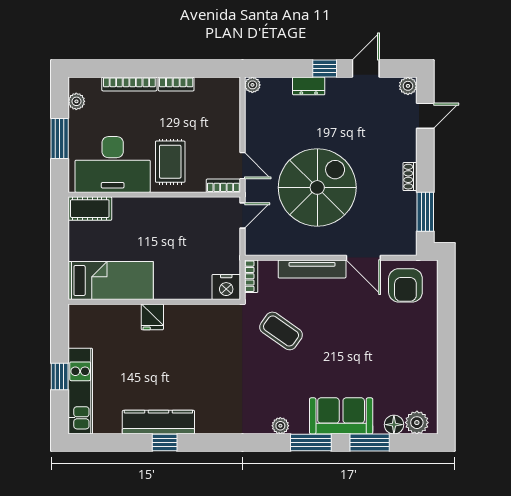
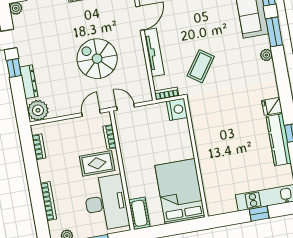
bookcase: (176, 84) -> (39, 147), moved
plant: (252, 85) -> (38, 110), width x1.87, depth x1.87
dresser: (309, 86) -> (29, 82), width x1.44
bookcase: (223, 186) -> (110, 137), moved
spiral stairs: (317, 187) -> (97, 59), width x0.73, depth x0.73
bed: (111, 281) -> (180, 191), width x1.50
fridge: (152, 317) -> (272, 106), moved, turned 180

